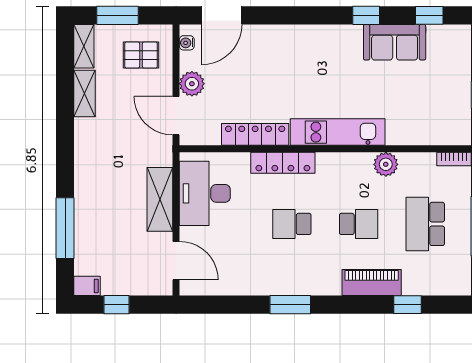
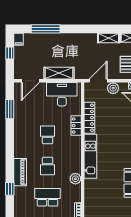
locker: (283, 163) -> (76, 125), width x0.66
window: (290, 305) -> (10, 109), moved

